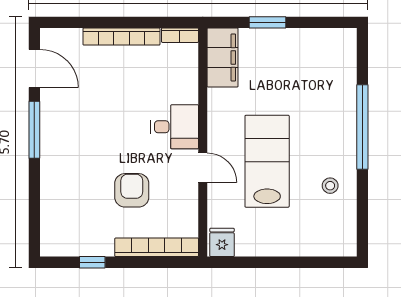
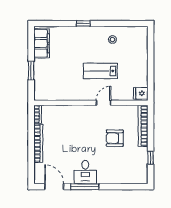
filing cabinet: (223, 57) -> (42, 43), moved, turned 90
door: (34, 68) -> (54, 187), hinge flipped
desk: (175, 127) -> (85, 172), moved, turned 180
window: (362, 127) -> (83, 23), width x0.32
lab bench: (267, 161) -> (100, 71), width x0.73, depth x0.72

